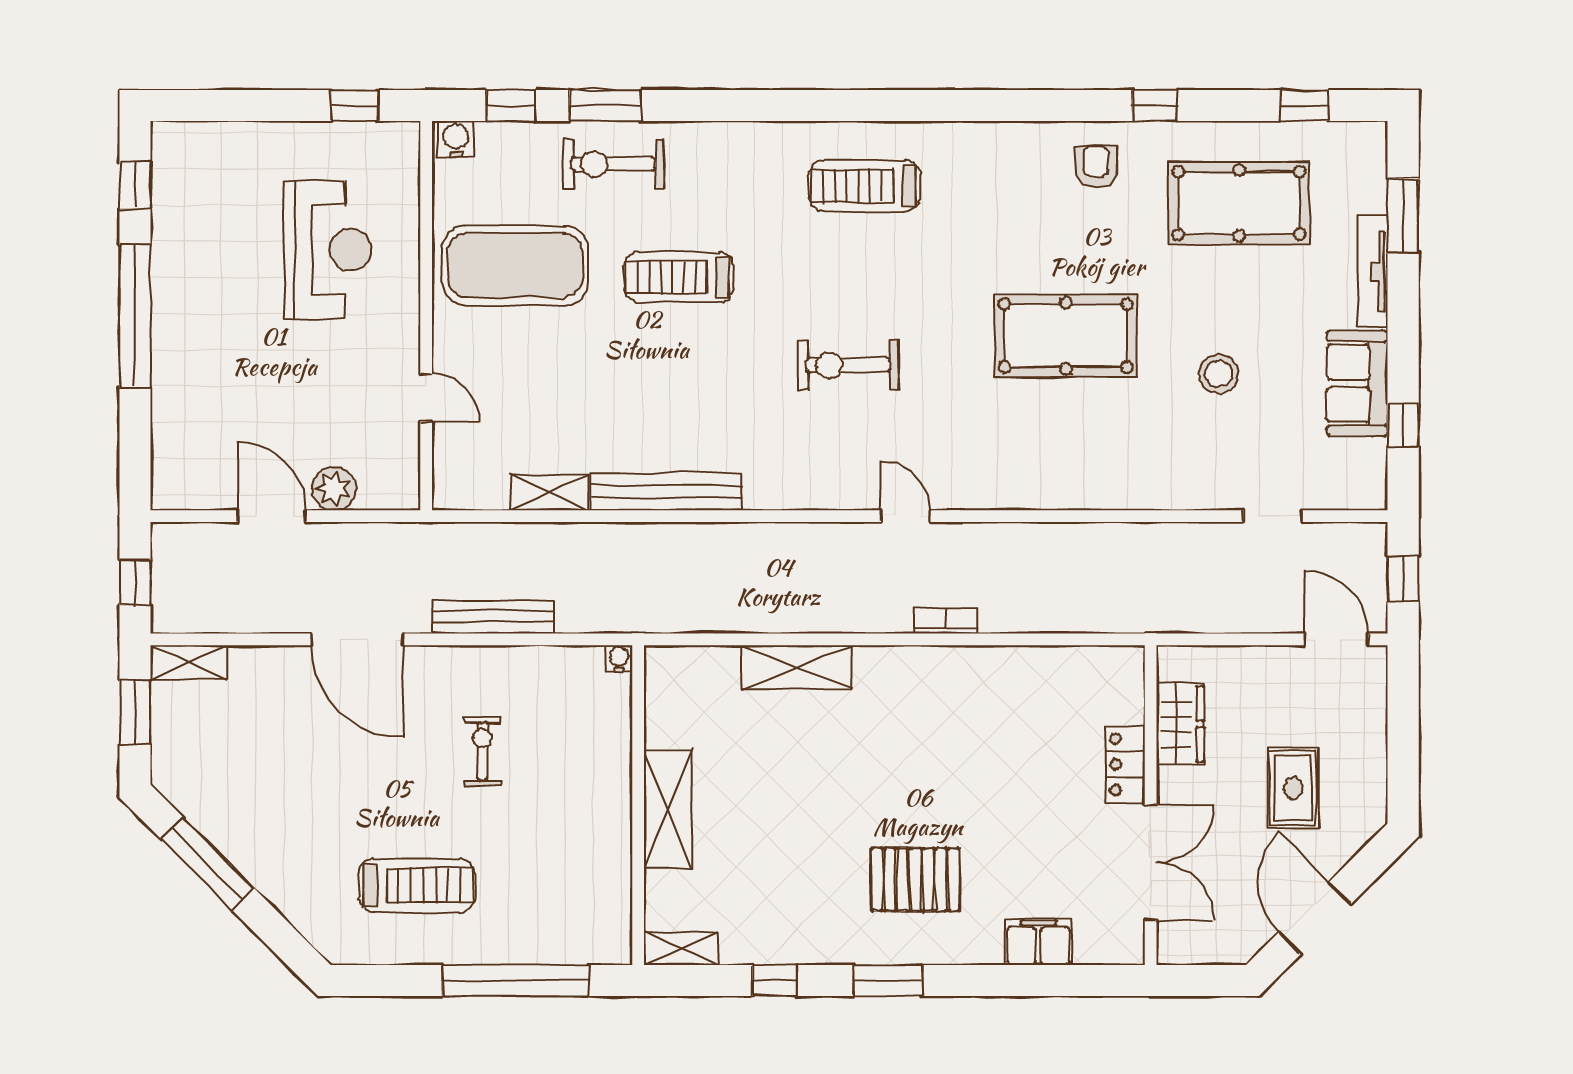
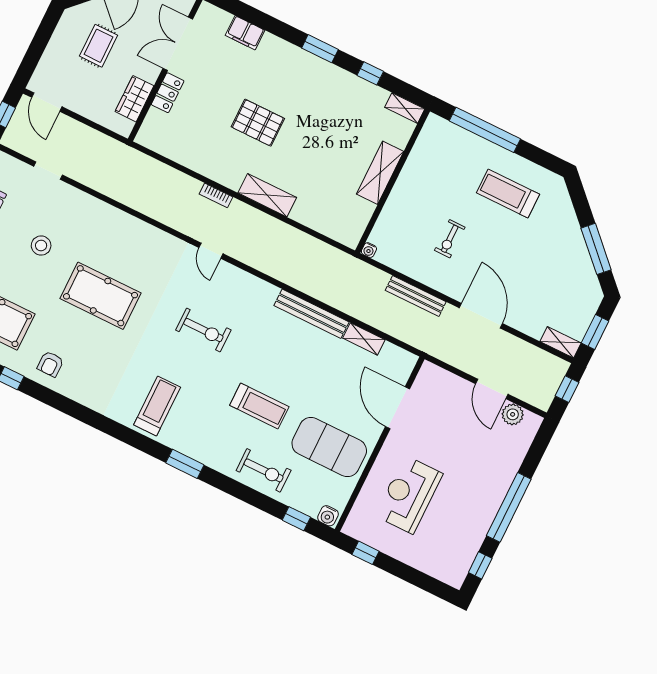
window: (605, 106) -> (185, 464), moved
treadmill: (864, 186) -> (157, 406), turned -90
door: (426, 398) -> (398, 408), width x1.88
plant: (334, 488) -> (513, 414), moved
shelving: (796, 667) -> (267, 195), moved
pallet: (915, 880) -> (258, 123), moved

